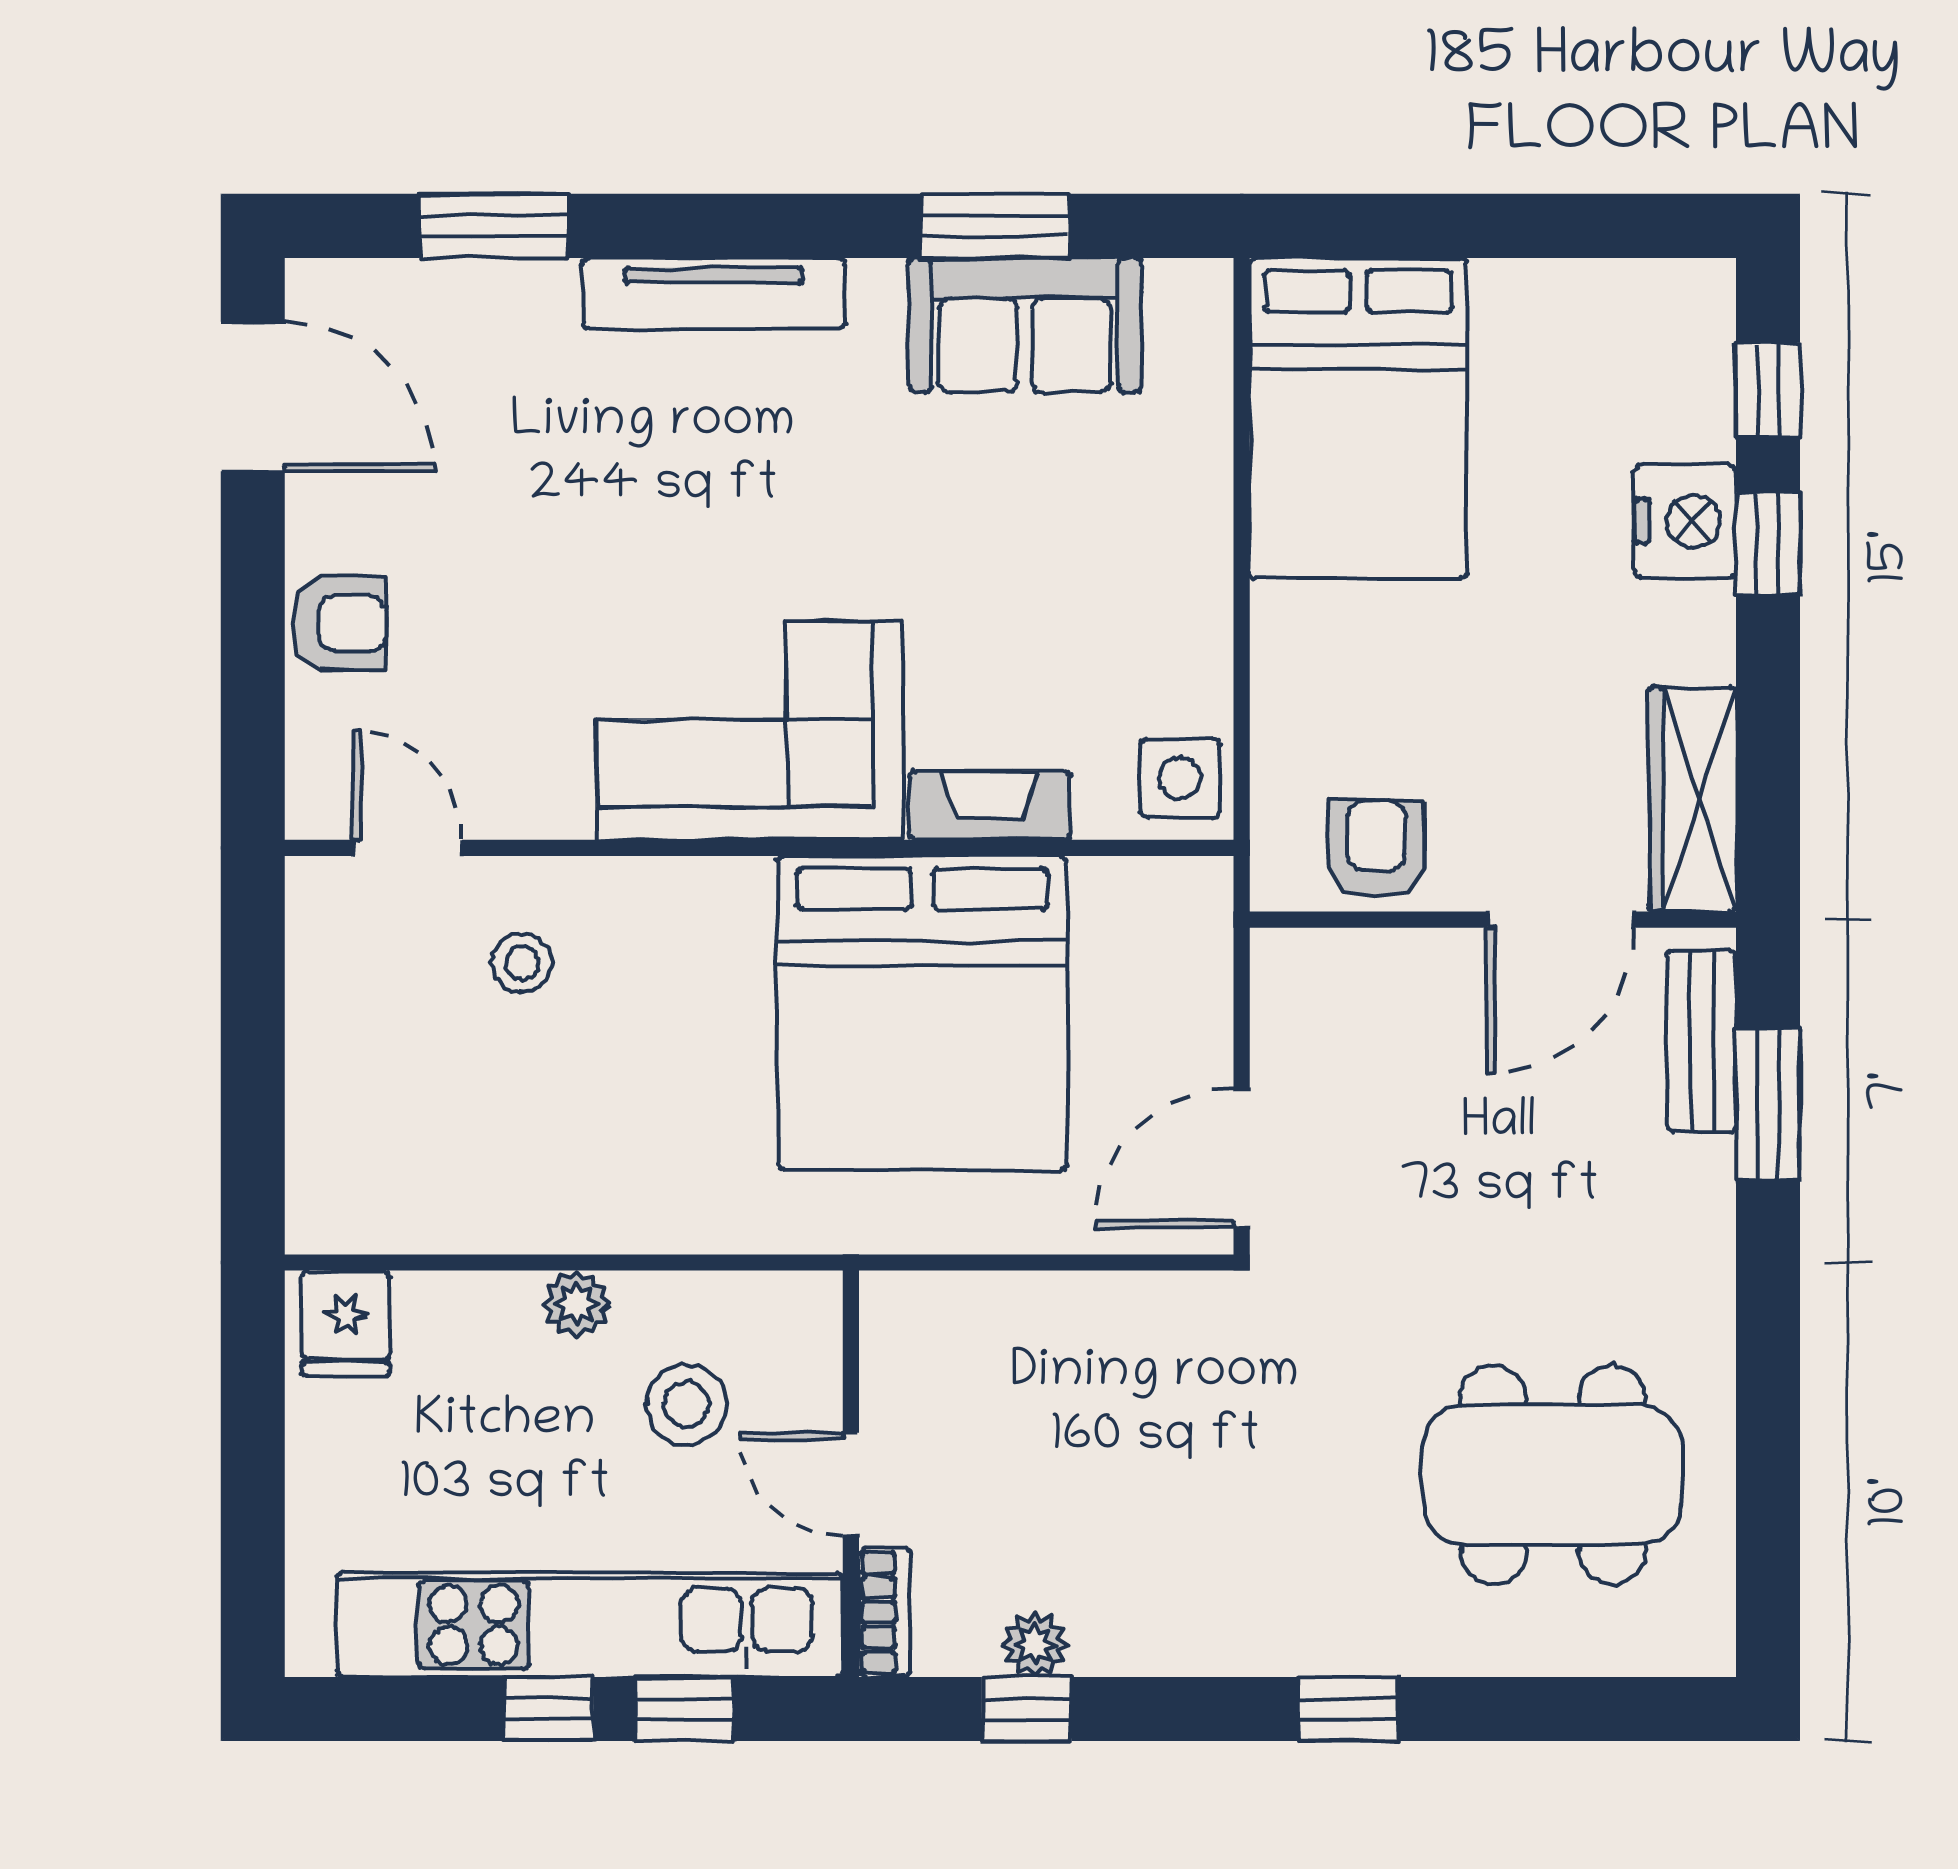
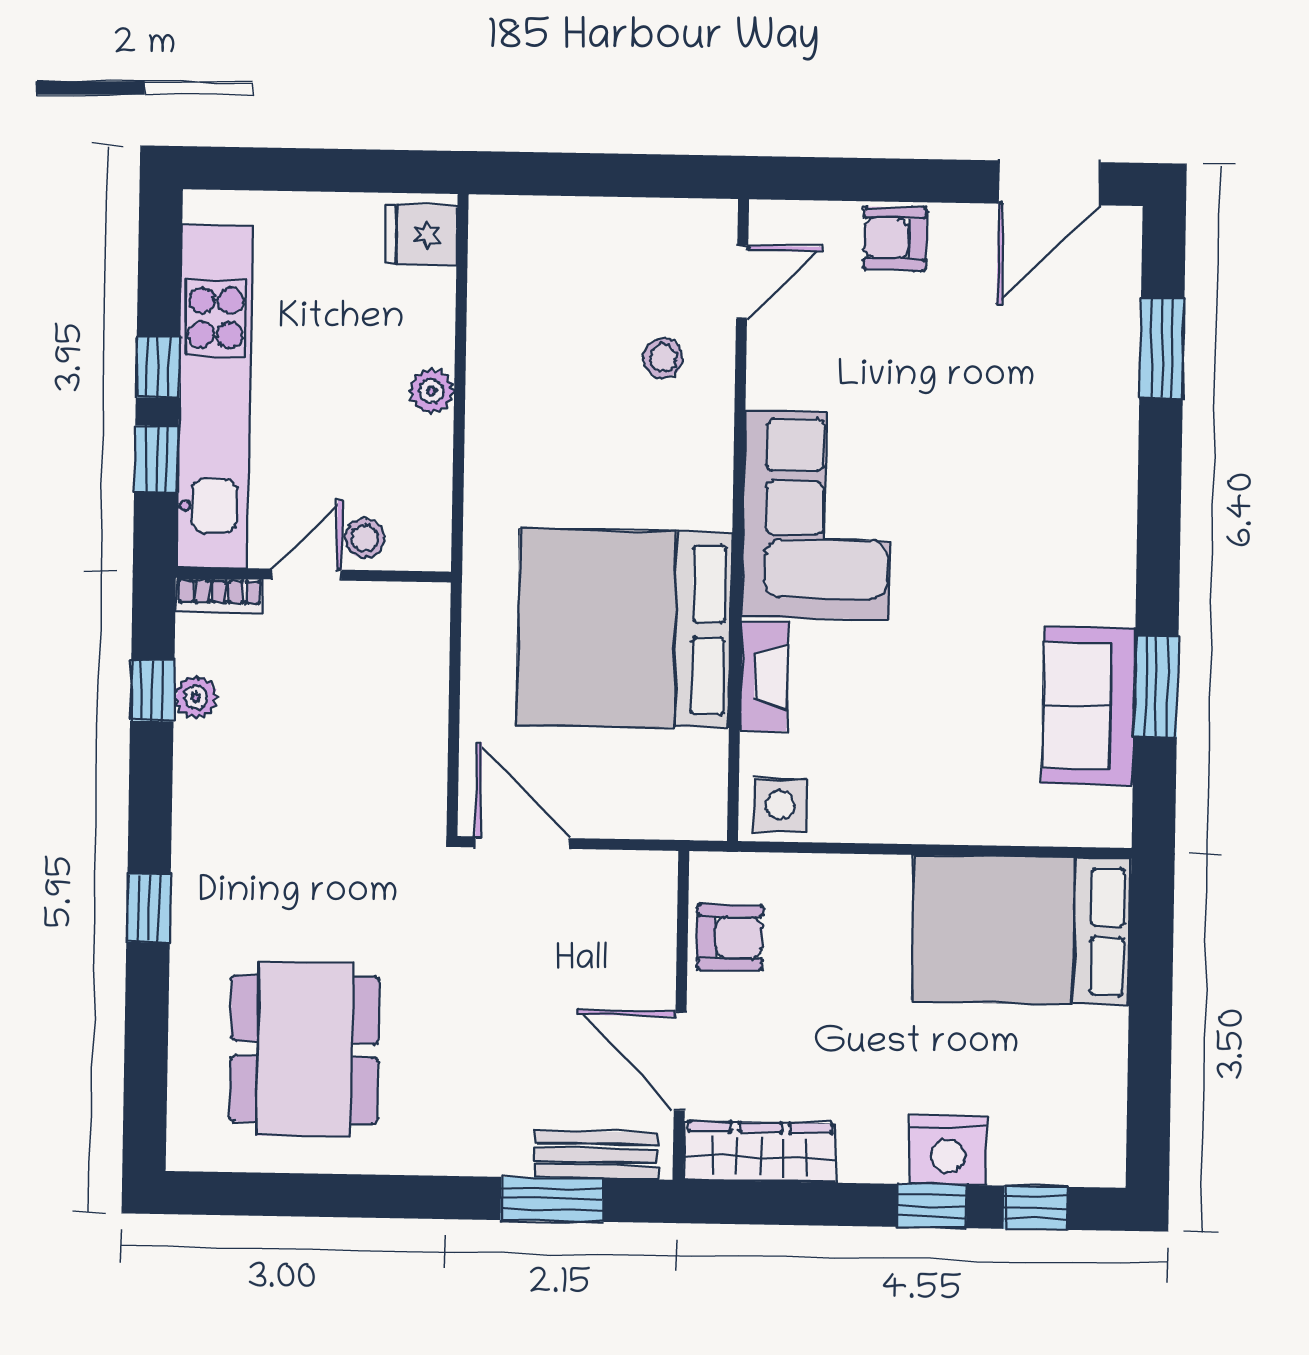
tv unit: (714, 293) -> (1114, 496), removed
armchair: (339, 623) -> (895, 238), turned 90
stool: (686, 1404) -> (365, 538), moved, width x0.73, depth x0.73

